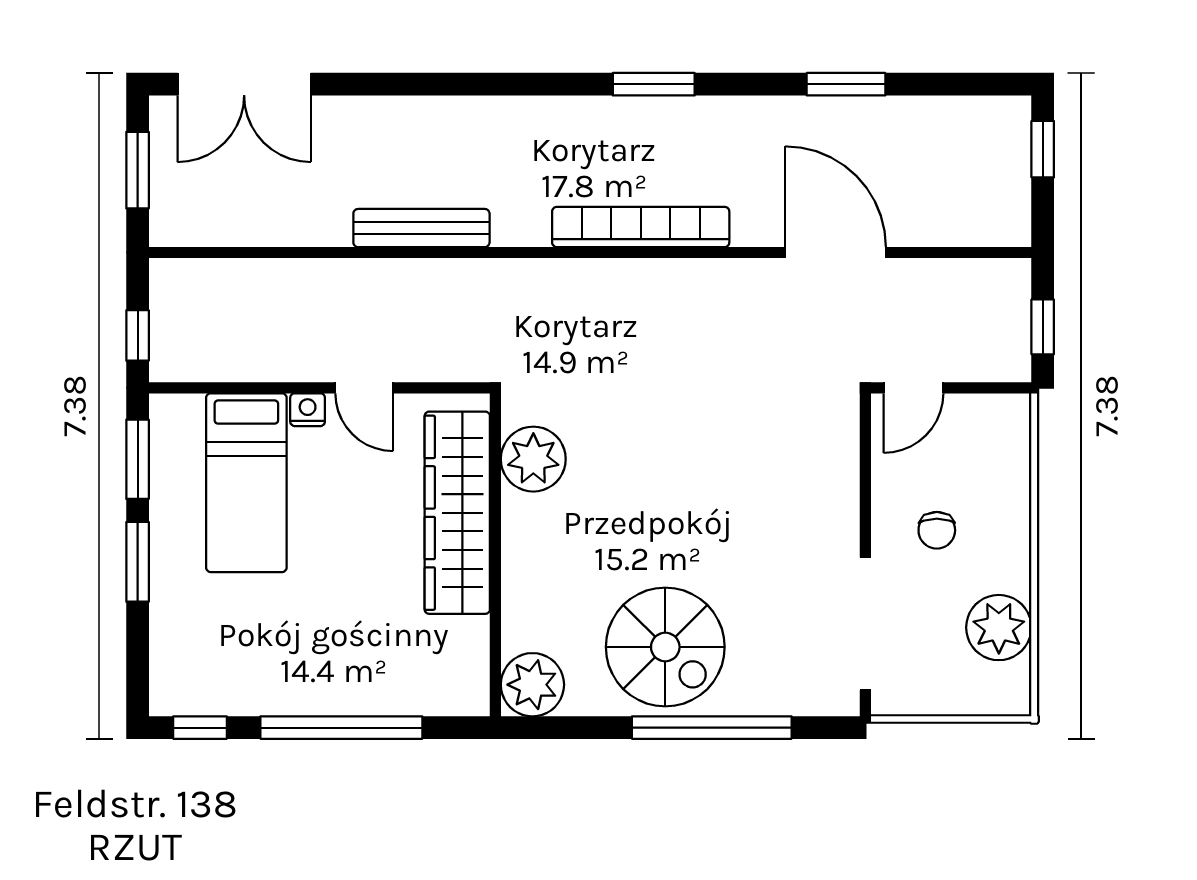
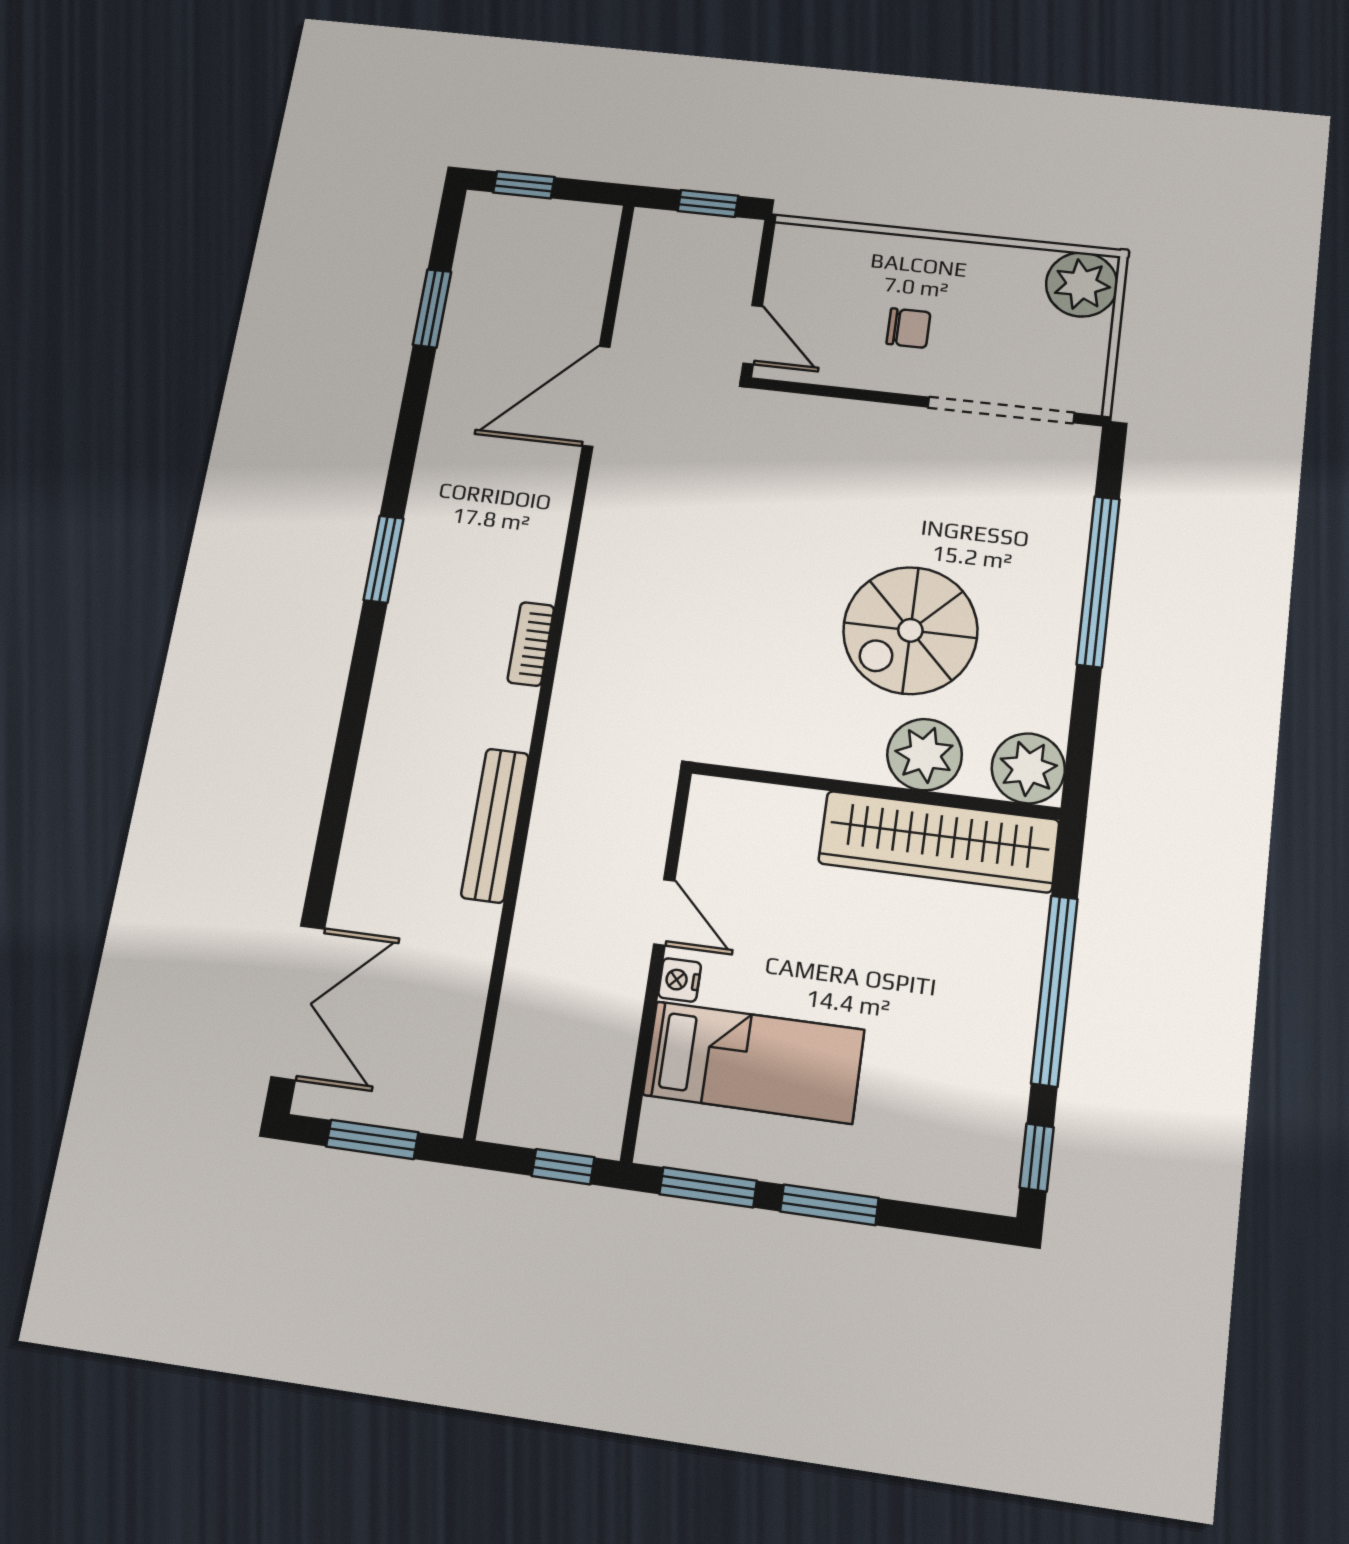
window: (846, 84) -> (432, 308), moved
bookcase: (641, 227) -> (531, 644), width x0.43, depth x0.76
door: (364, 388) -> (664, 912), hinge flipped
plant: (533, 459) -> (925, 755), moved
wardrobe: (457, 513) -> (939, 842), moved
plant: (999, 628) -> (1082, 284), moved
spiral stairs: (665, 647) -> (910, 630), moved, turned 180

